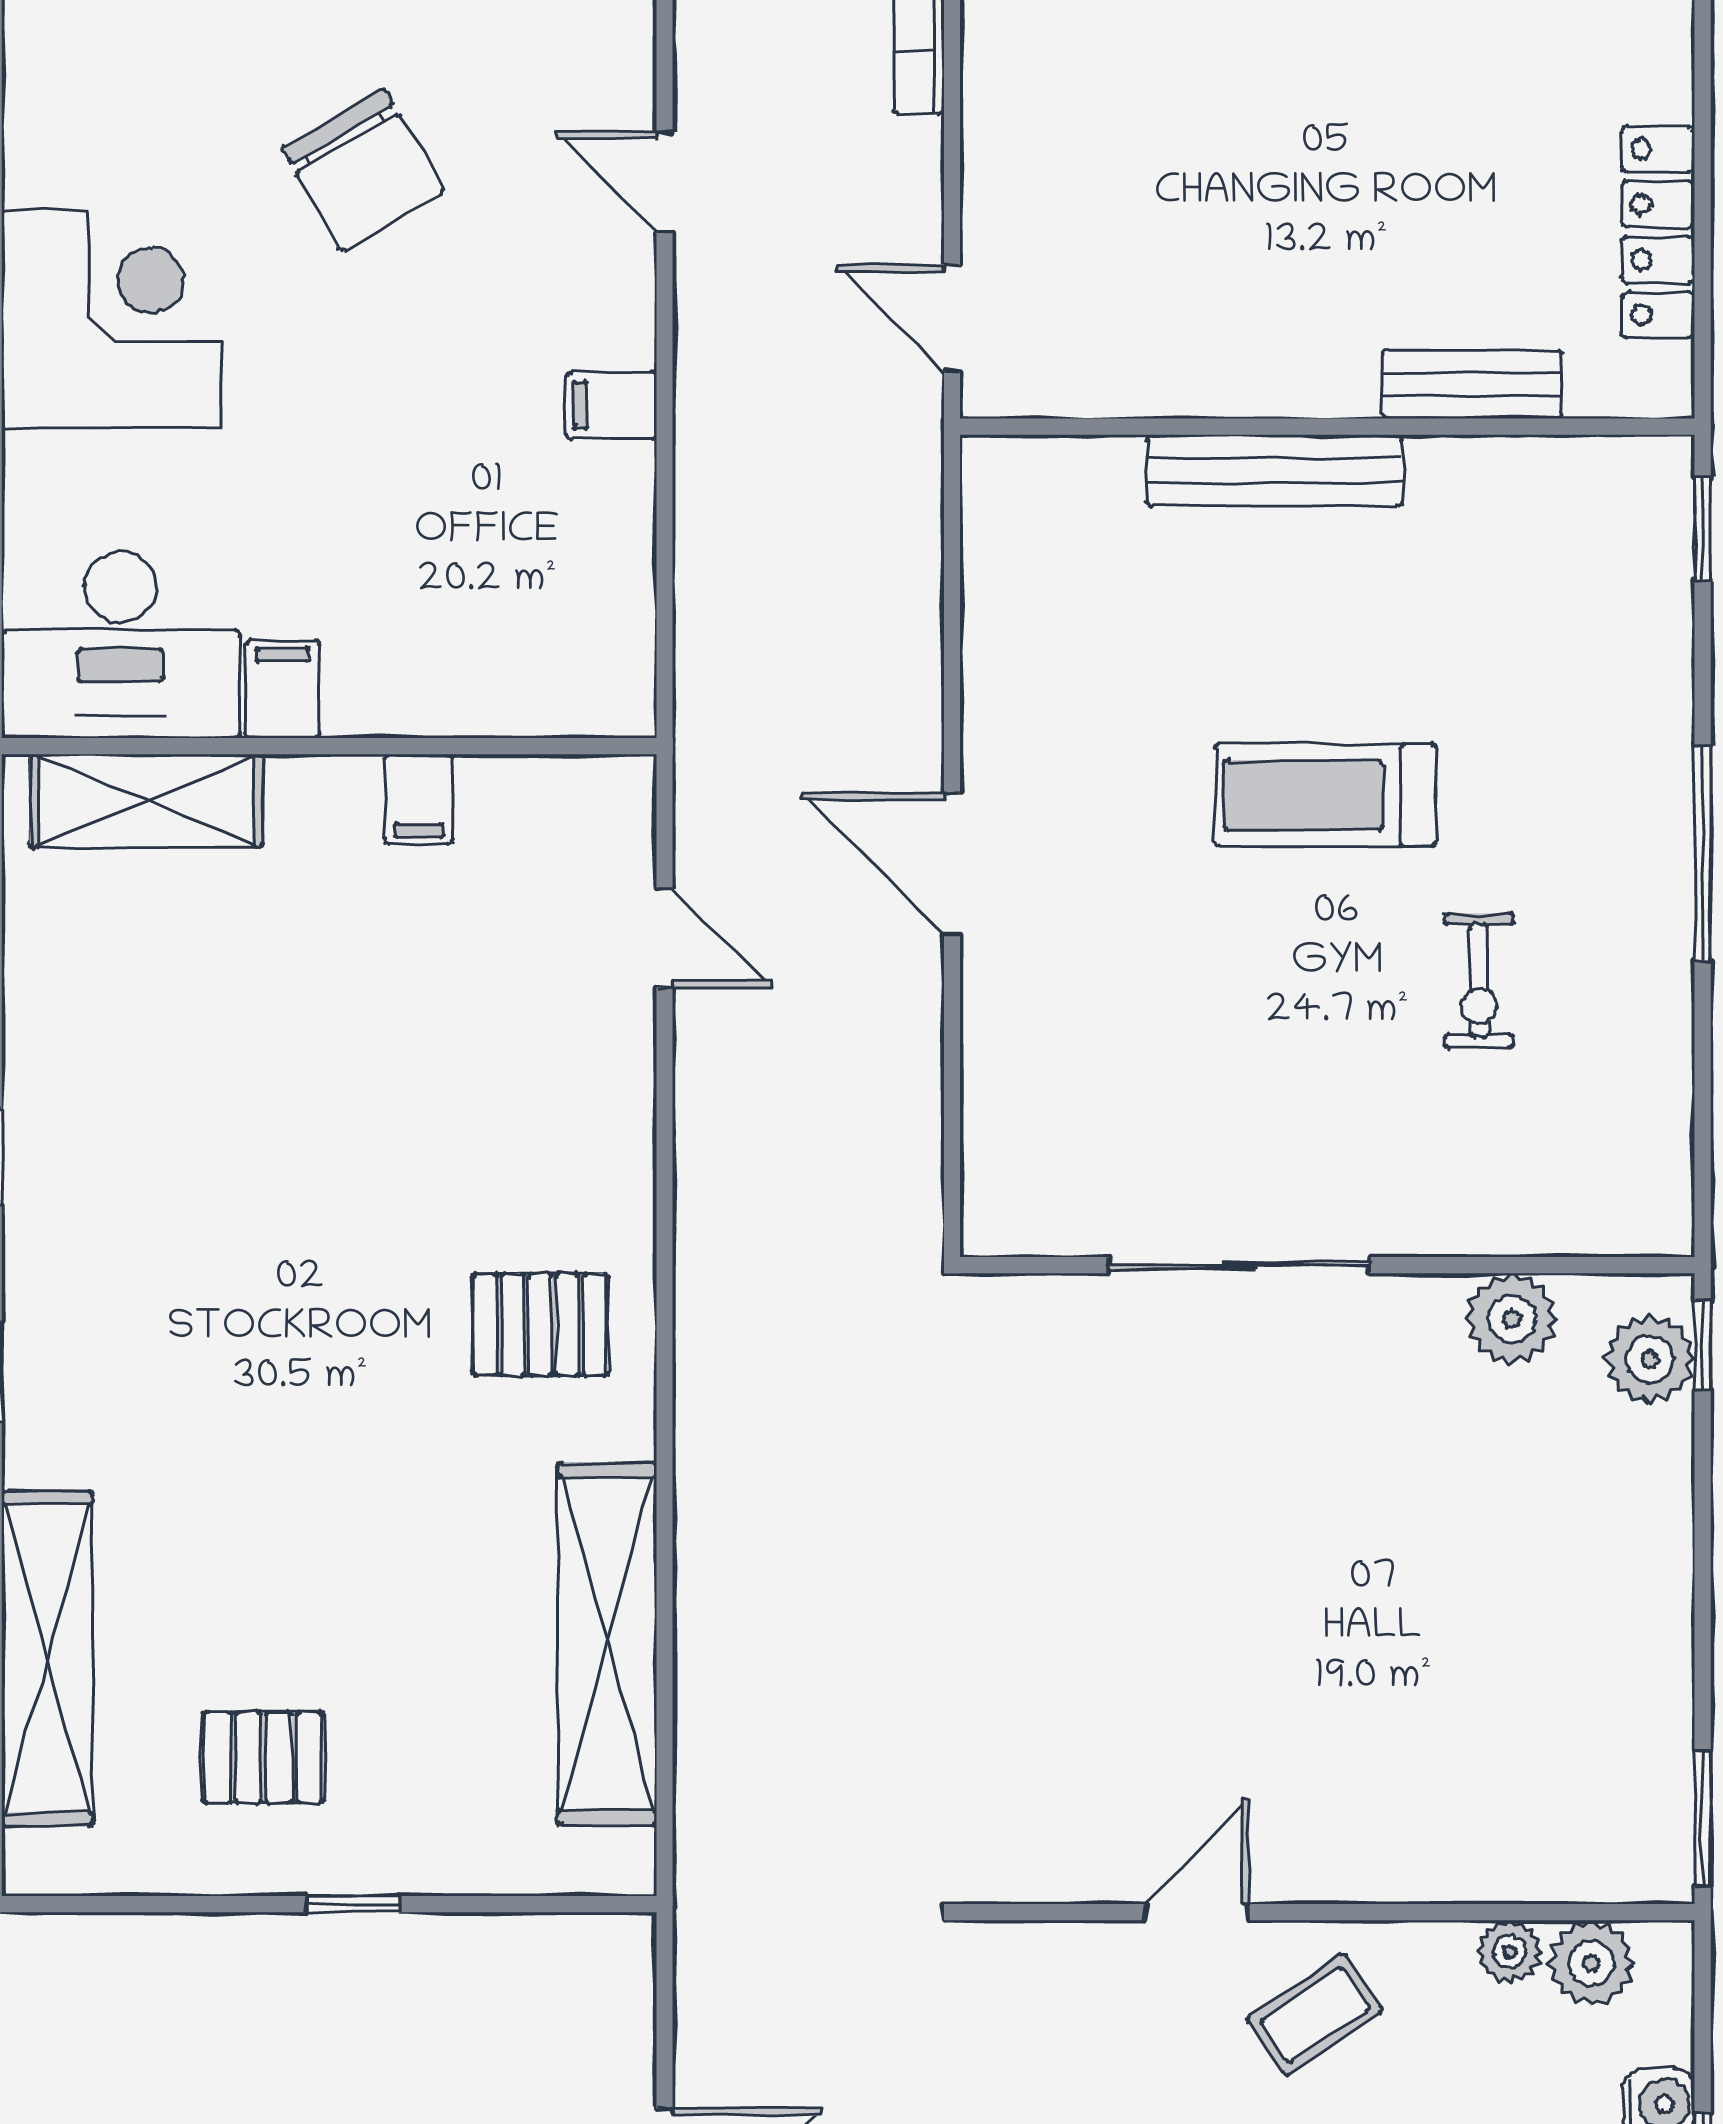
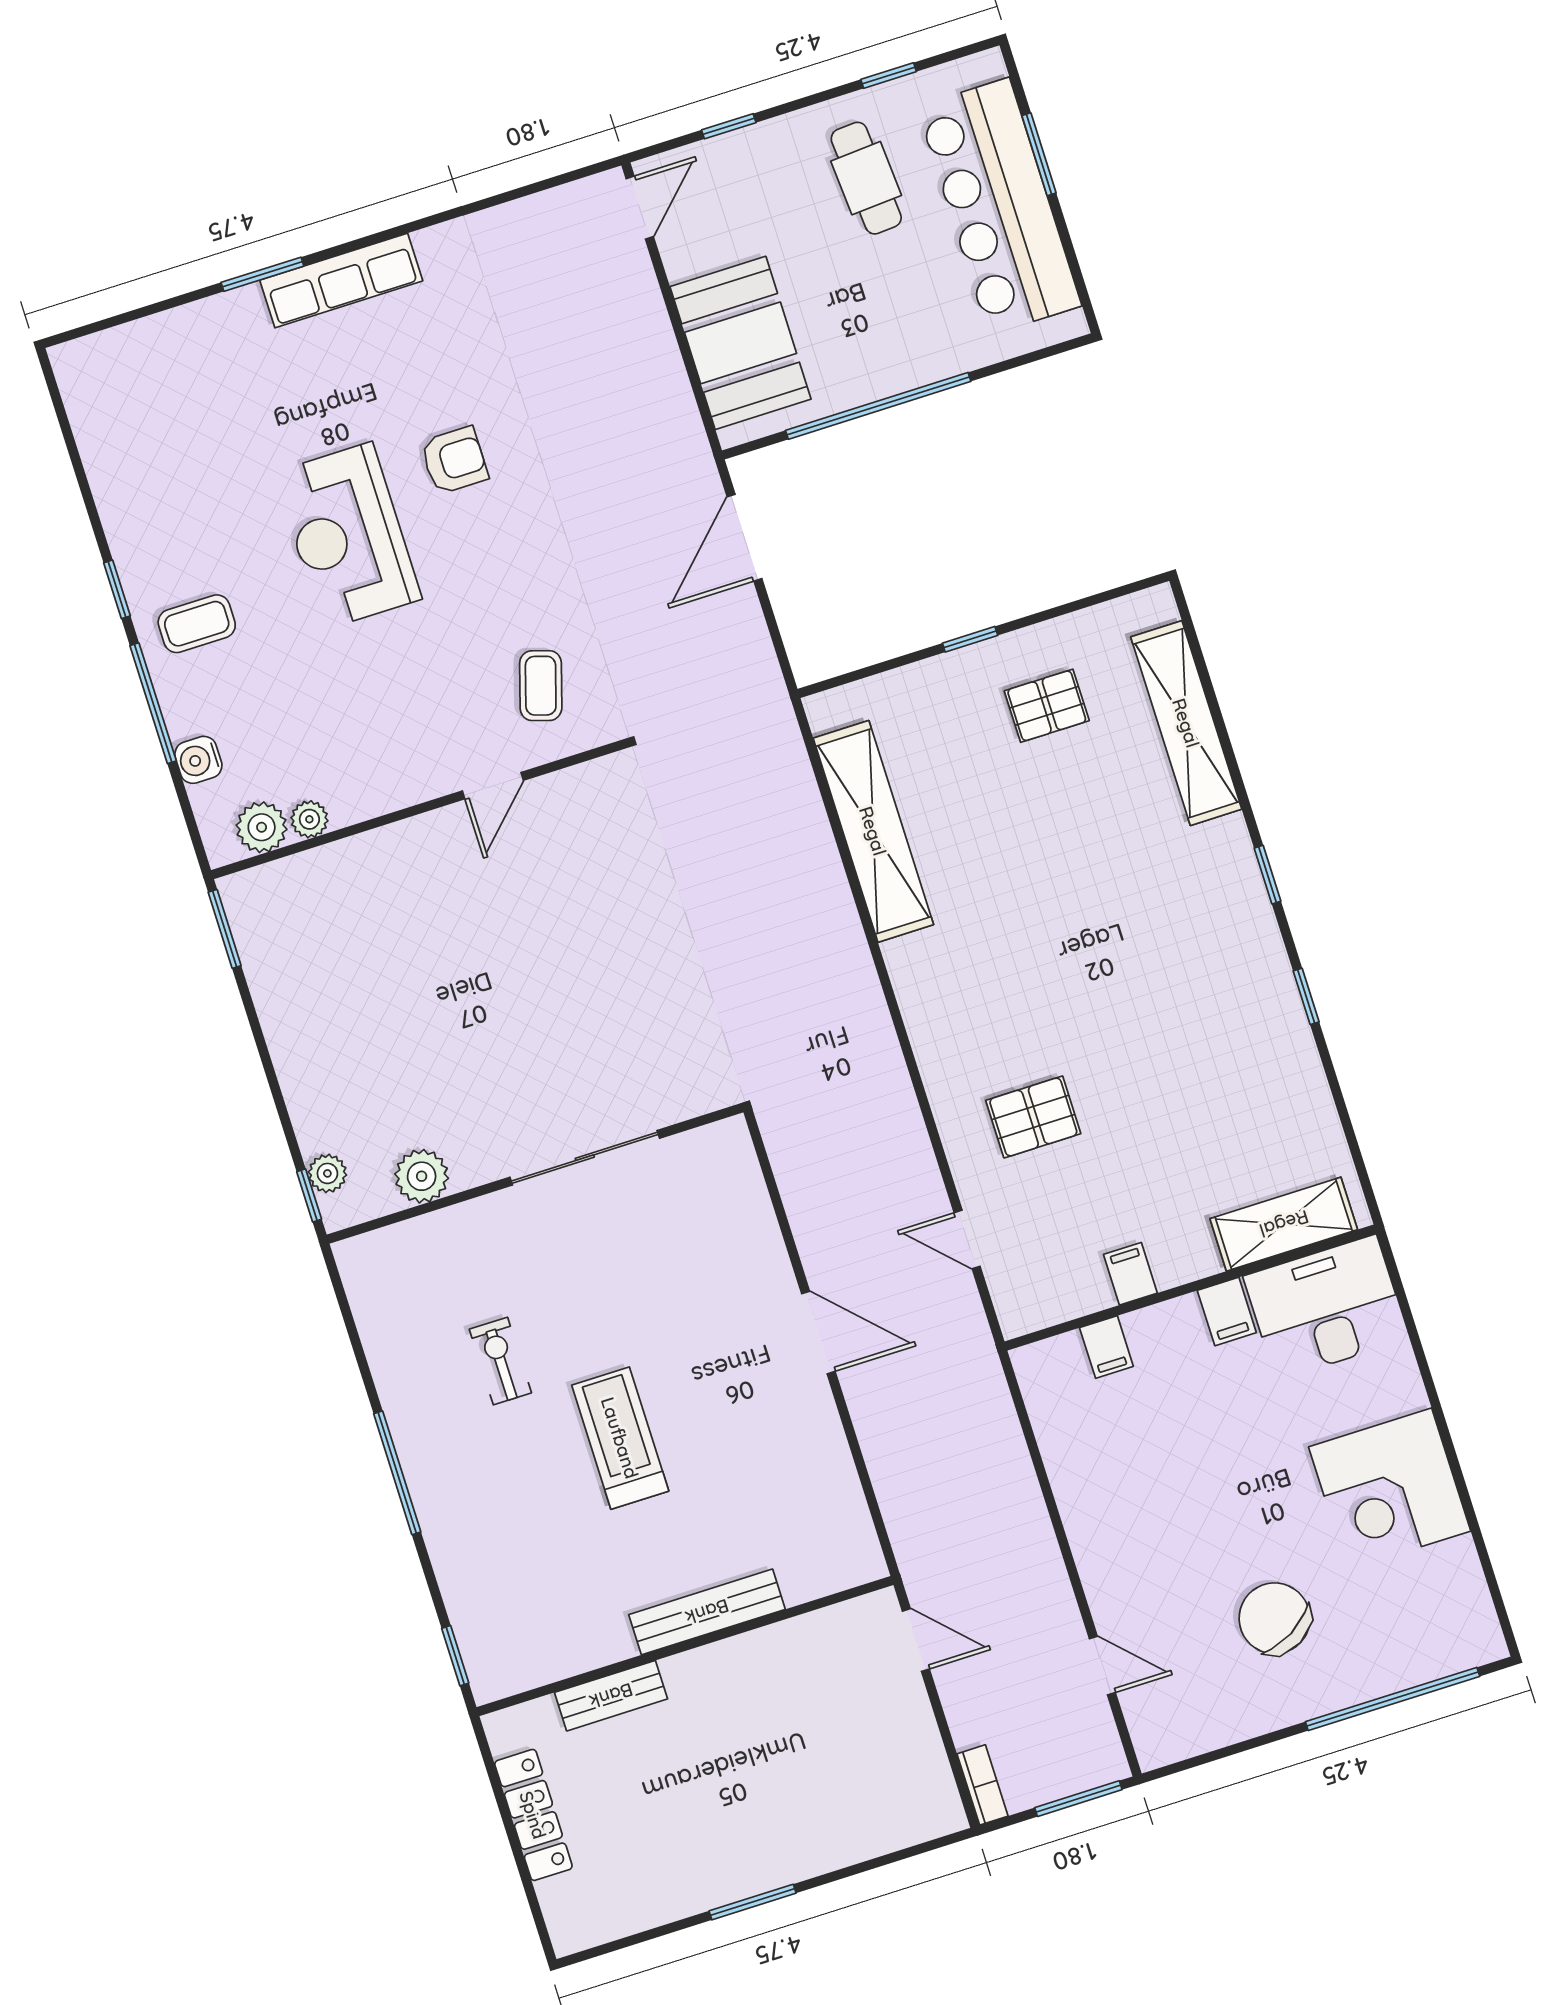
filing cabinet: (612, 405) -> (1106, 1347), moved, turned 90
treadmill: (1325, 795) -> (620, 1438), turned -90
pallet: (540, 1325) -> (1033, 1117), moved
plant: (1650, 1359) -> (327, 1173), width x0.73, depth x0.73
coffee table: (1315, 2015) -> (541, 686), moved, turned -39

